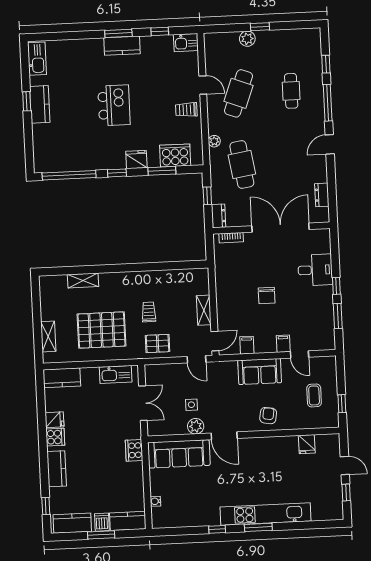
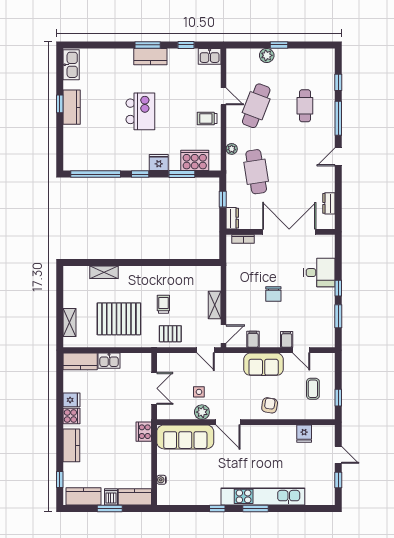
kitchen sink: (116, 374) -> (109, 361), moved, width x0.73

